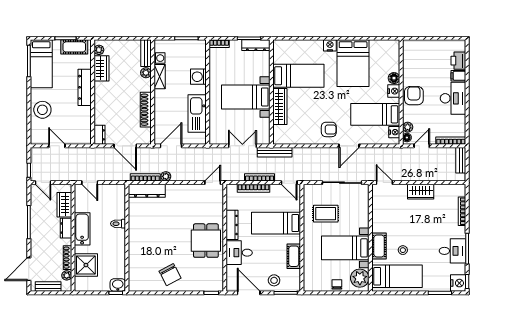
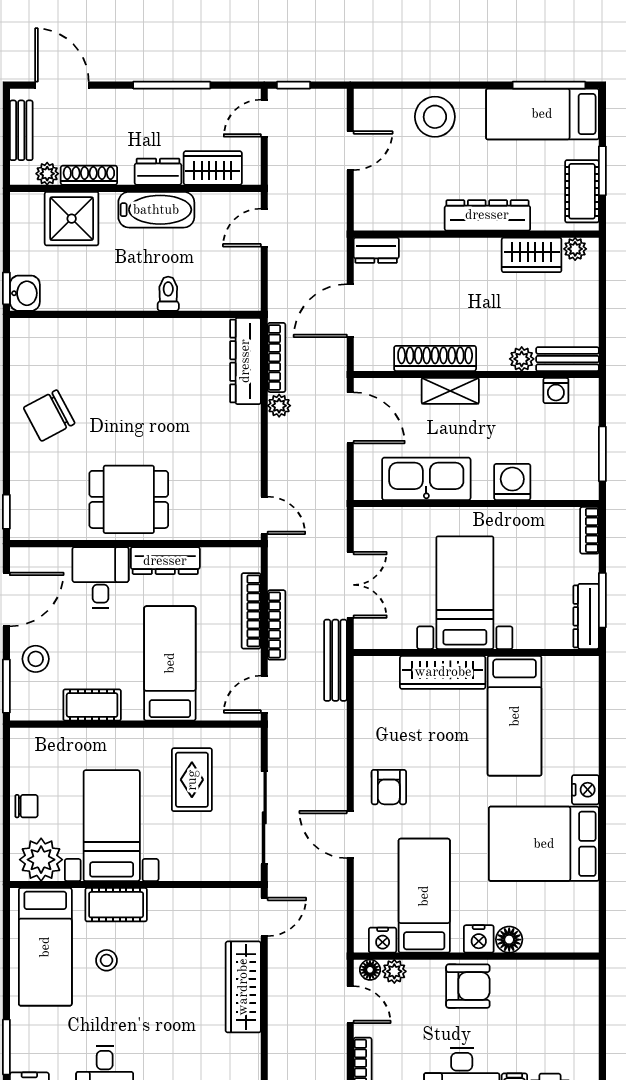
shelving: (160, 77) -> (450, 391), moved
wardrobe: (421, 192) -> (243, 987), width x1.50

